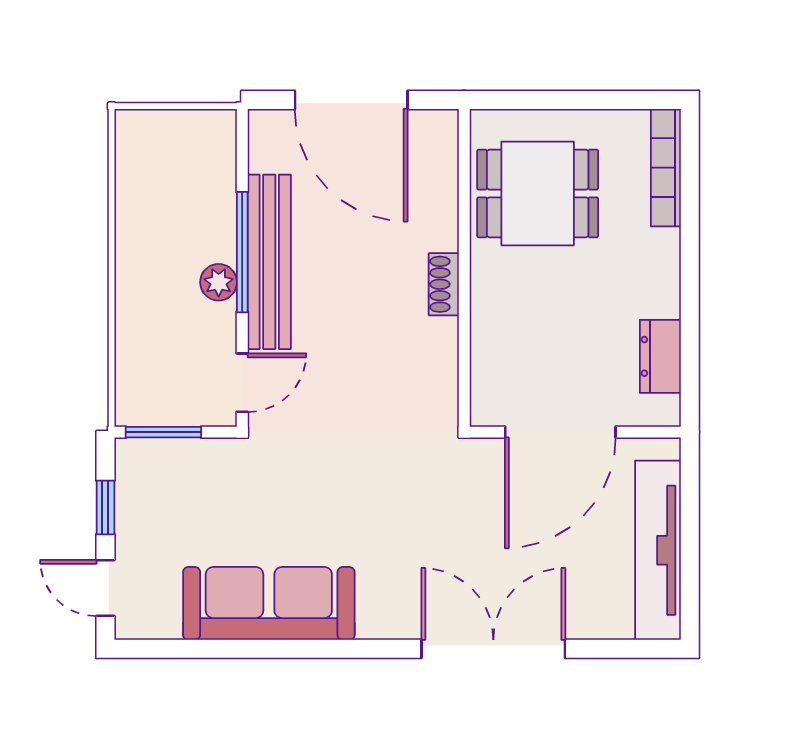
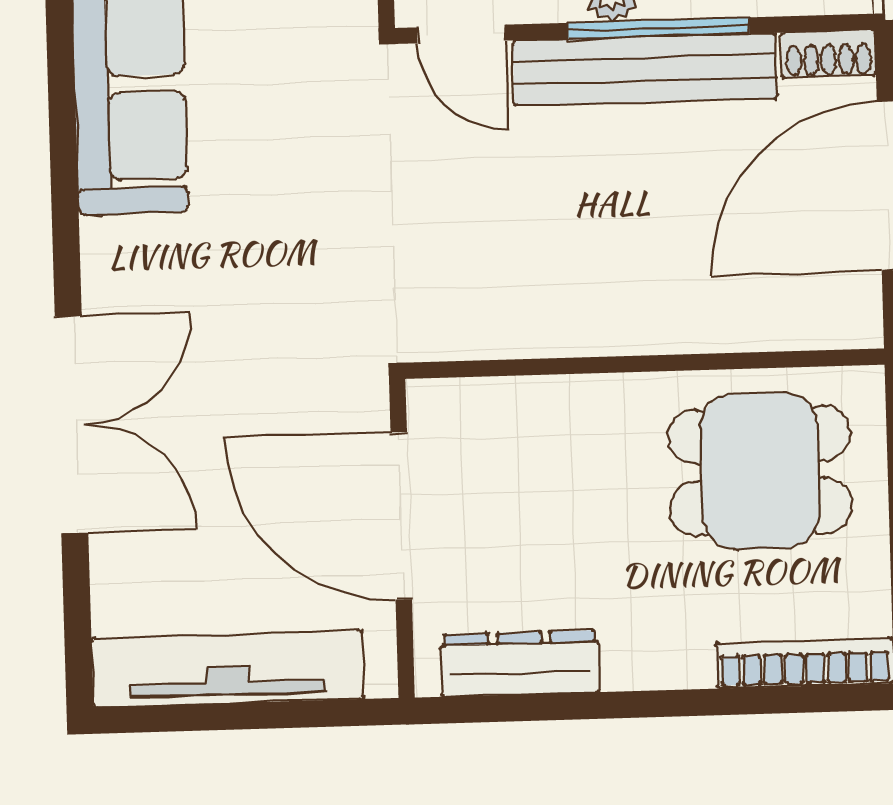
dining table: (538, 193) -> (760, 471), turned 90
shoe rack: (444, 284) -> (828, 54), moved, turned 180
dresser: (660, 356) -> (520, 663), width x1.44

